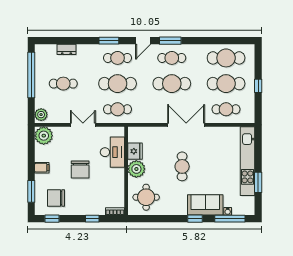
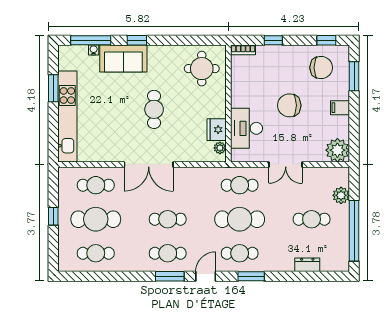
cafe table: (226, 58) -> (96, 253), width x0.73, depth x0.74
cafe table: (172, 84) -> (168, 219), width x0.73, depth x0.74
plant: (41, 115) -> (341, 195), moved
chair: (80, 169) -> (289, 105), turned -90
plant: (136, 169) -> (220, 148), moved, width x0.53, depth x0.53

